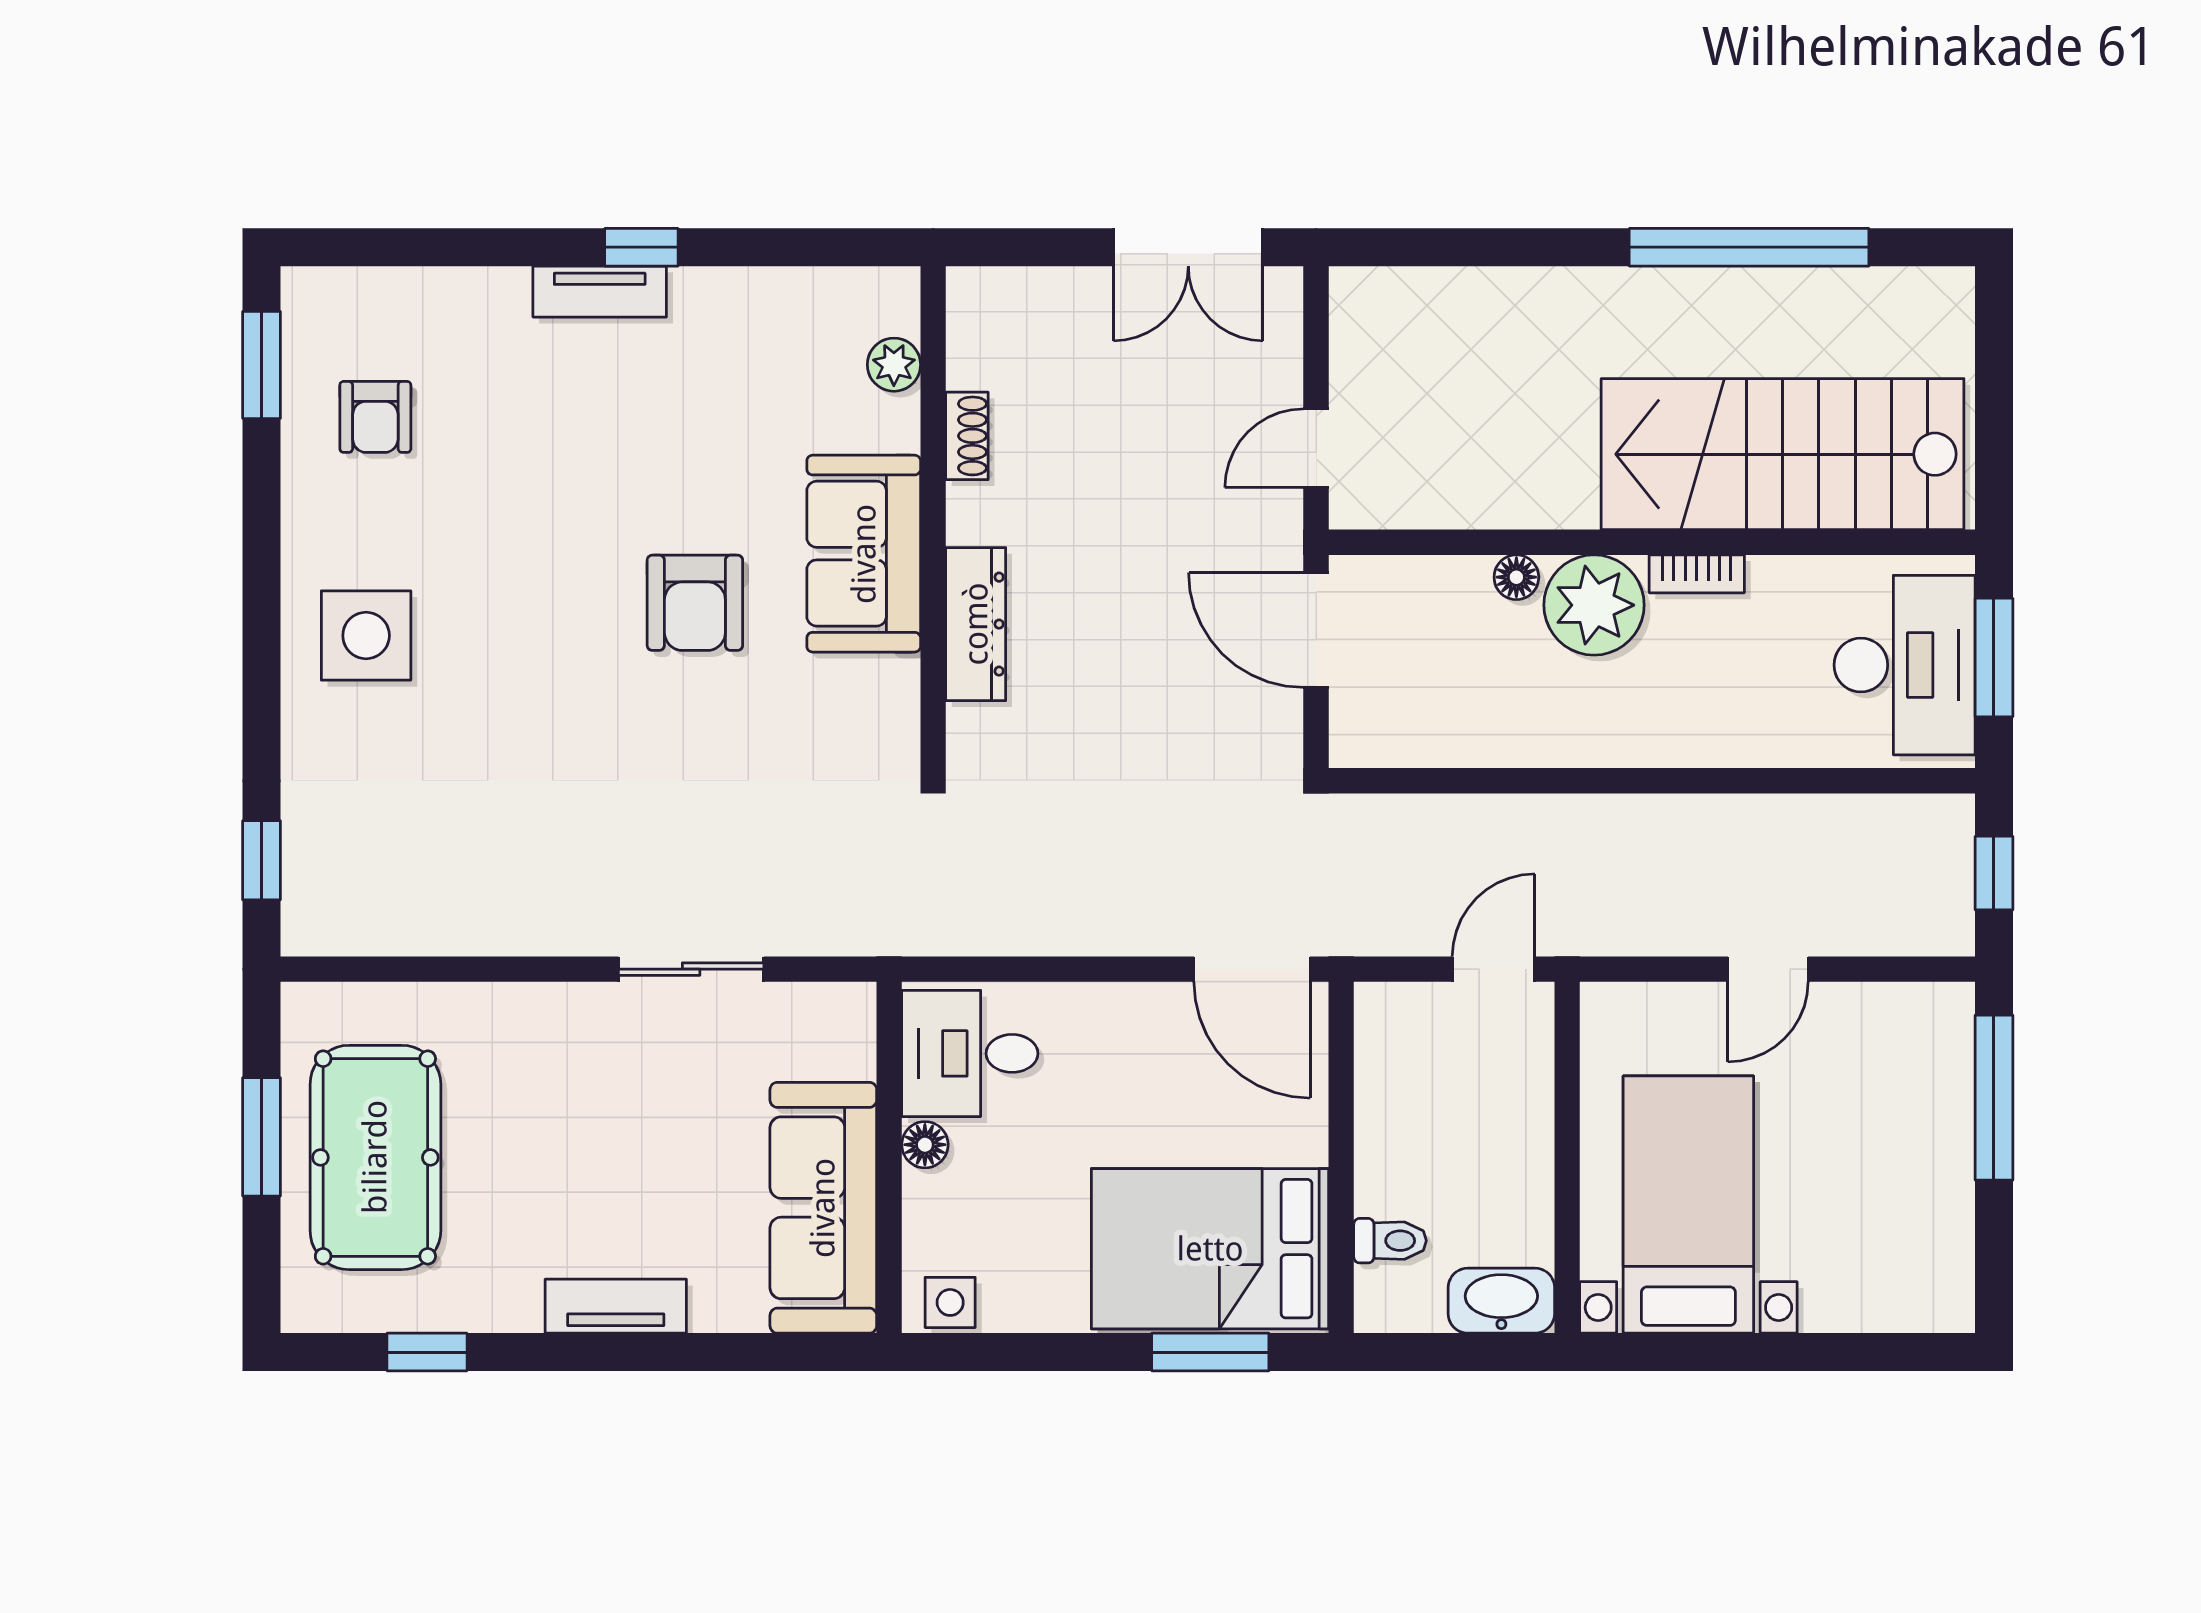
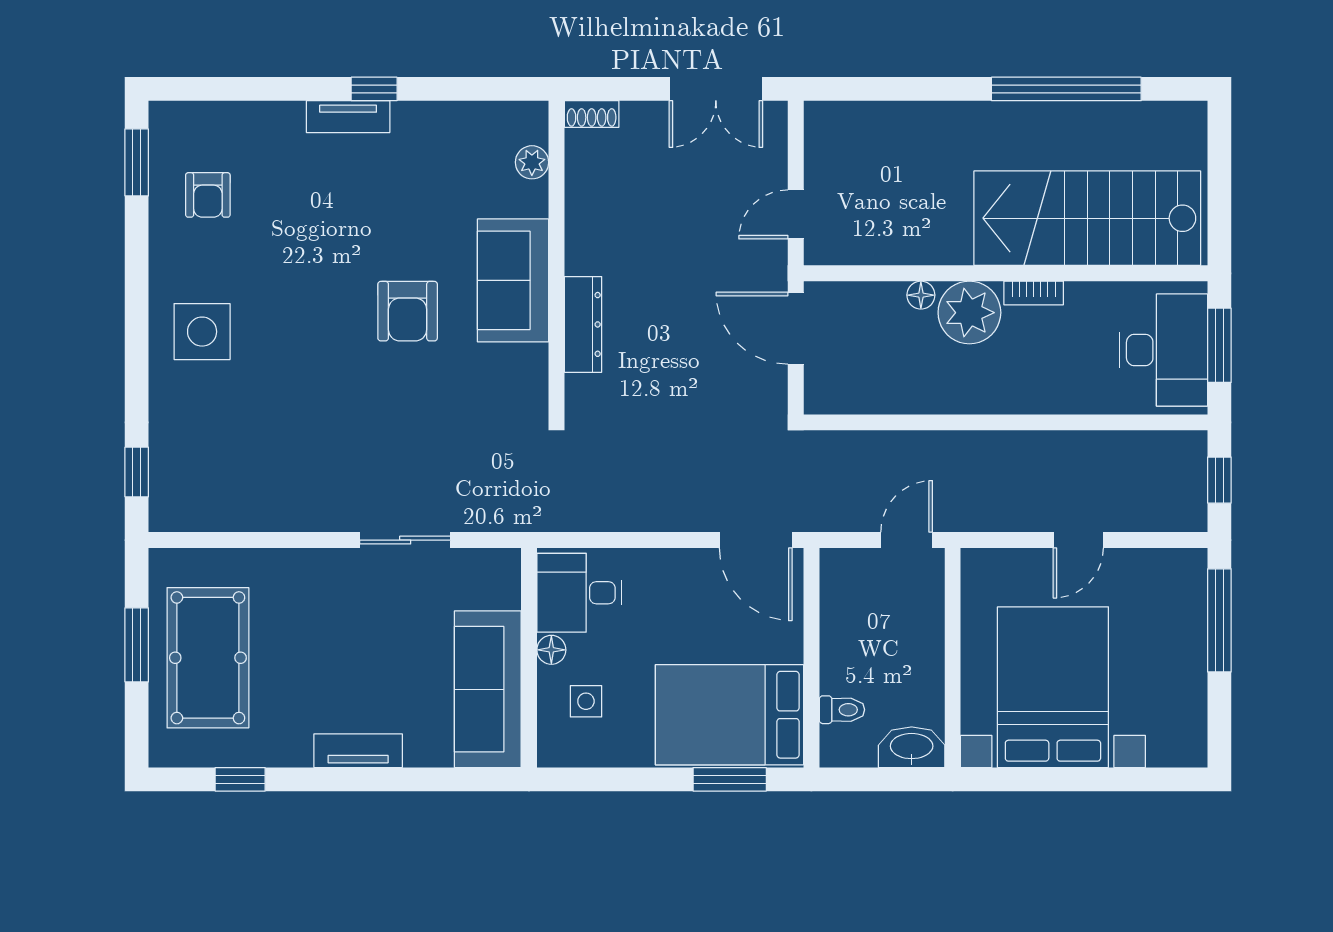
shoe rack: (967, 436) -> (592, 114), moved, turned 90
bed with nightstands: (1688, 1205) -> (1053, 687), width x1.36
side table: (950, 1302) -> (586, 701), moved

